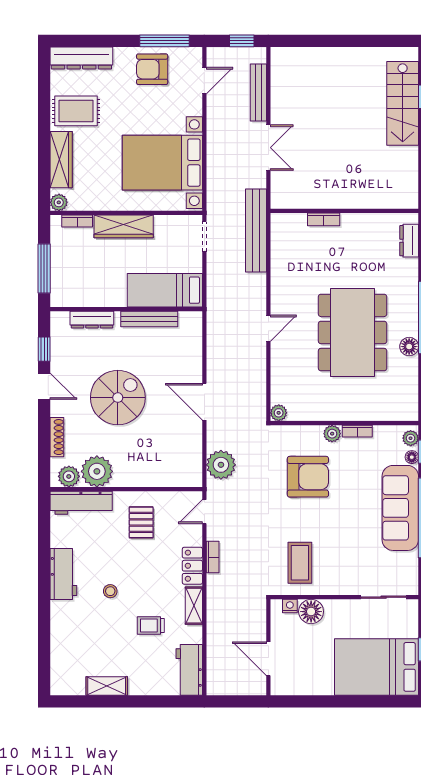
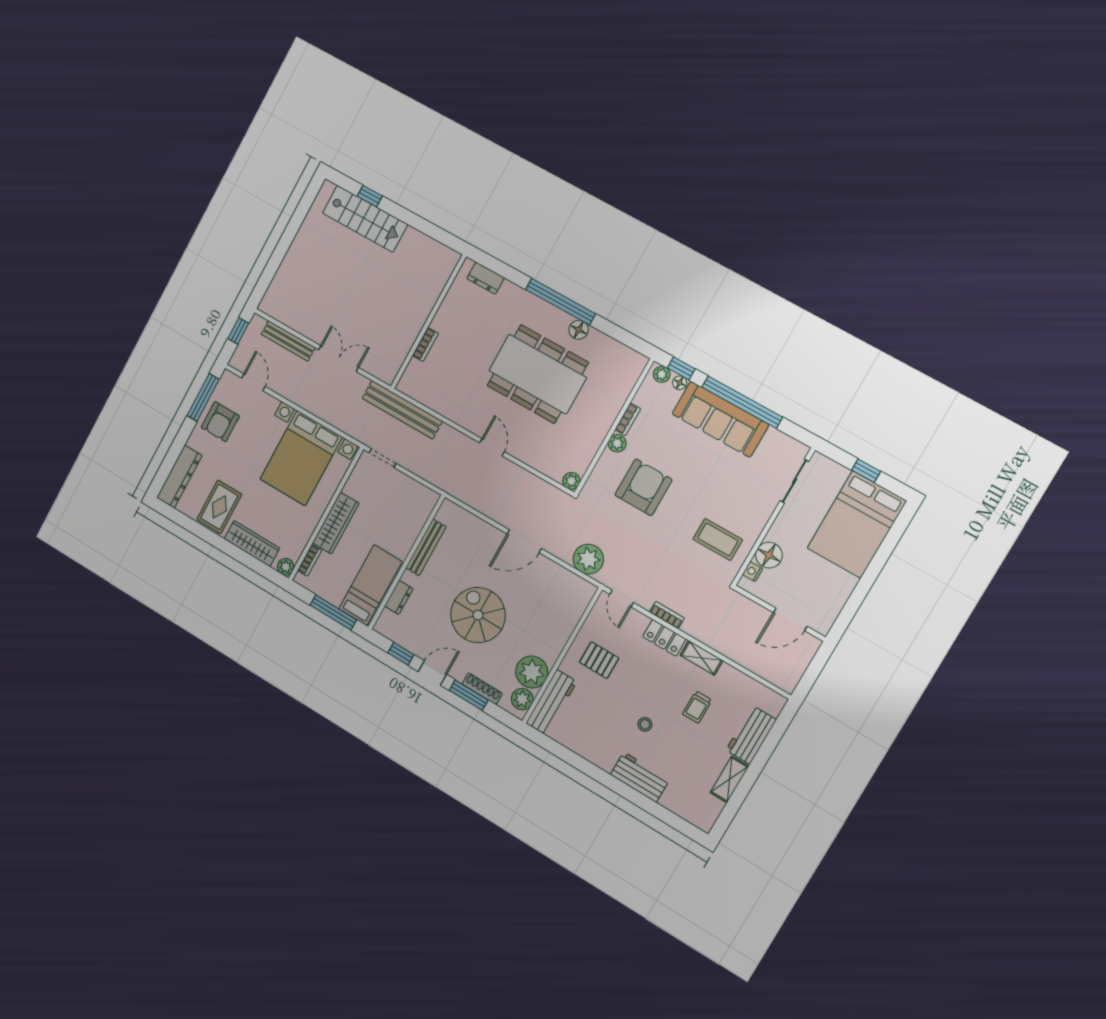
bed: (165, 290) -> (370, 585), moved, turned 180
dresser: (92, 320) -> (399, 597), width x0.70
window: (44, 429) -> (469, 695), added
workbench: (63, 574) -> (640, 777), moved
workbench: (189, 670) -> (751, 735), moved, turned 90

